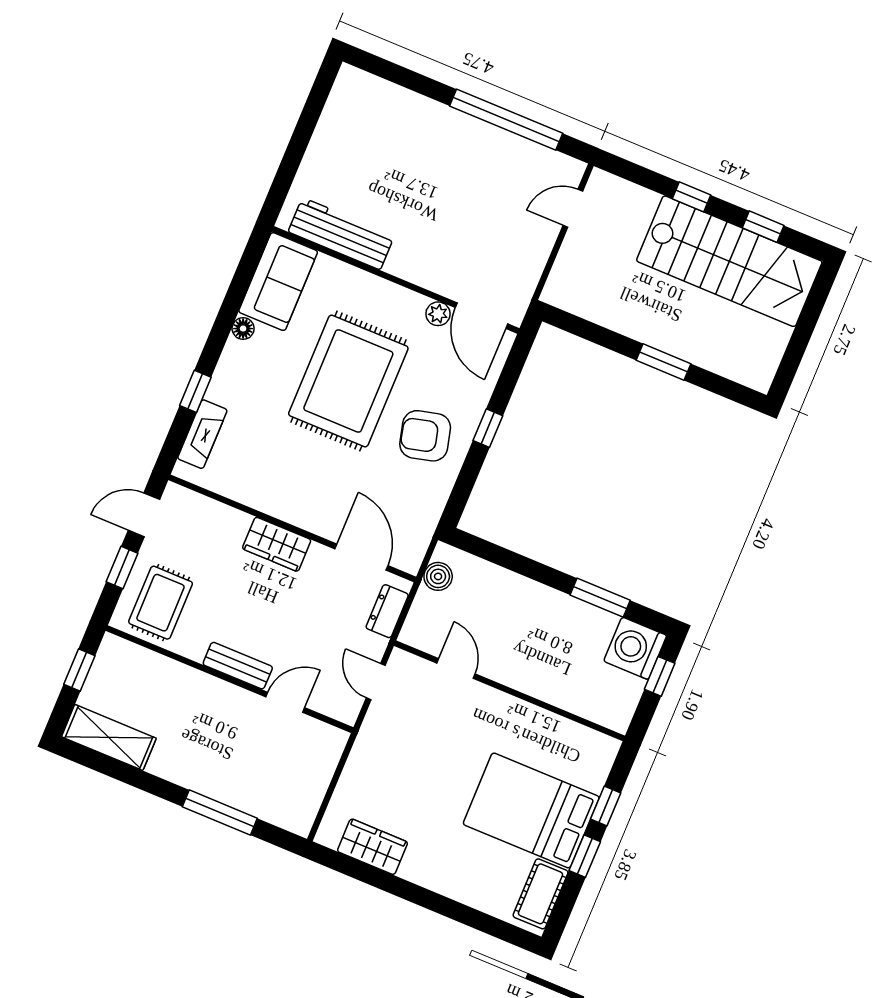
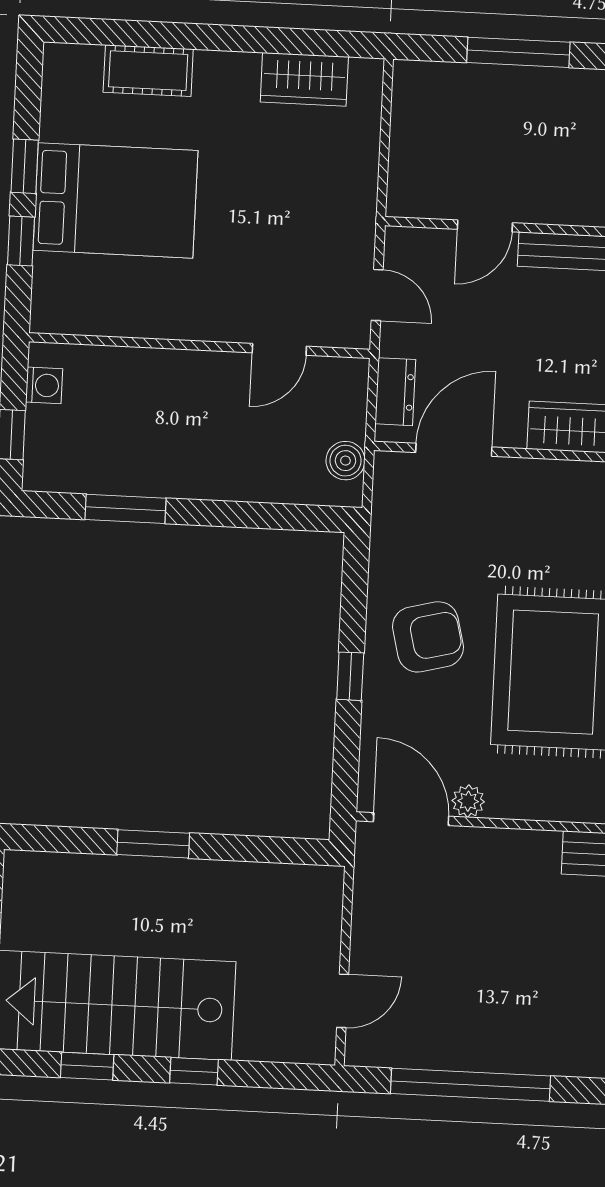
door: (361, 557) -> (454, 450), swing flipped
washing machine: (635, 648) -> (44, 385), moved, width x0.53, depth x0.53
door: (456, 669) -> (279, 349), hinge flipped
cot: (541, 894) -> (148, 71), moved, turned 90

